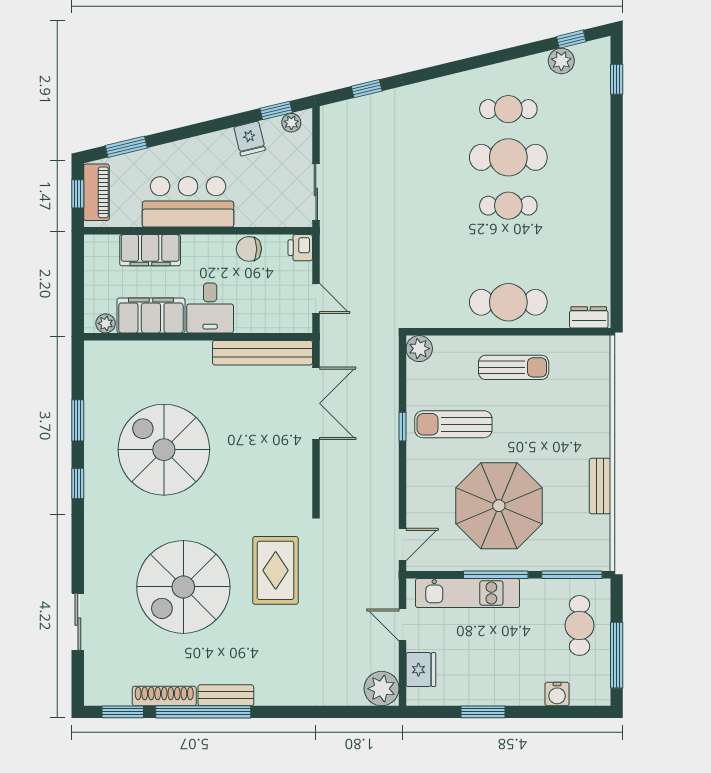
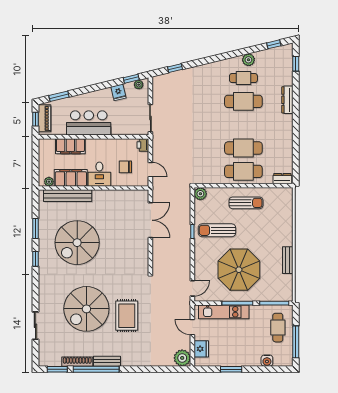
plant: (561, 61) -> (248, 60), moved
dresser: (599, 154) -> (287, 100), added
cafe table: (508, 206) -> (243, 148), moved, width x1.37, depth x1.35
chair: (249, 249) -> (125, 167), moved
bench: (262, 353) -> (68, 196), moved
spiral stairs: (164, 450) -> (77, 243), turned -90
rug: (276, 570) -> (127, 316), moved

